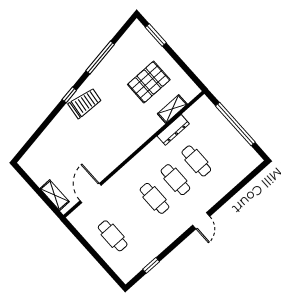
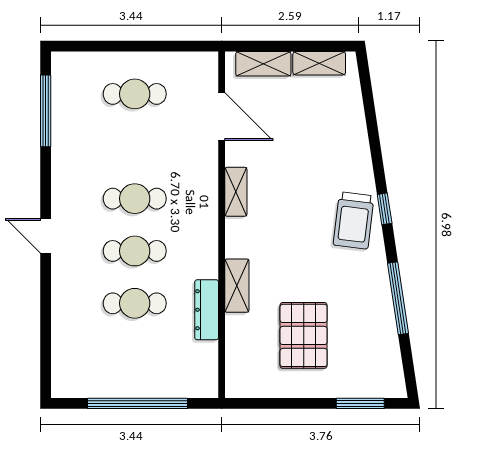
shelving: (172, 109) -> (237, 286), moved
shelving: (116, 160) -> (236, 192), added
shelving: (34, 173) -> (319, 63), added
window: (151, 265) -> (46, 111), width x2.17

